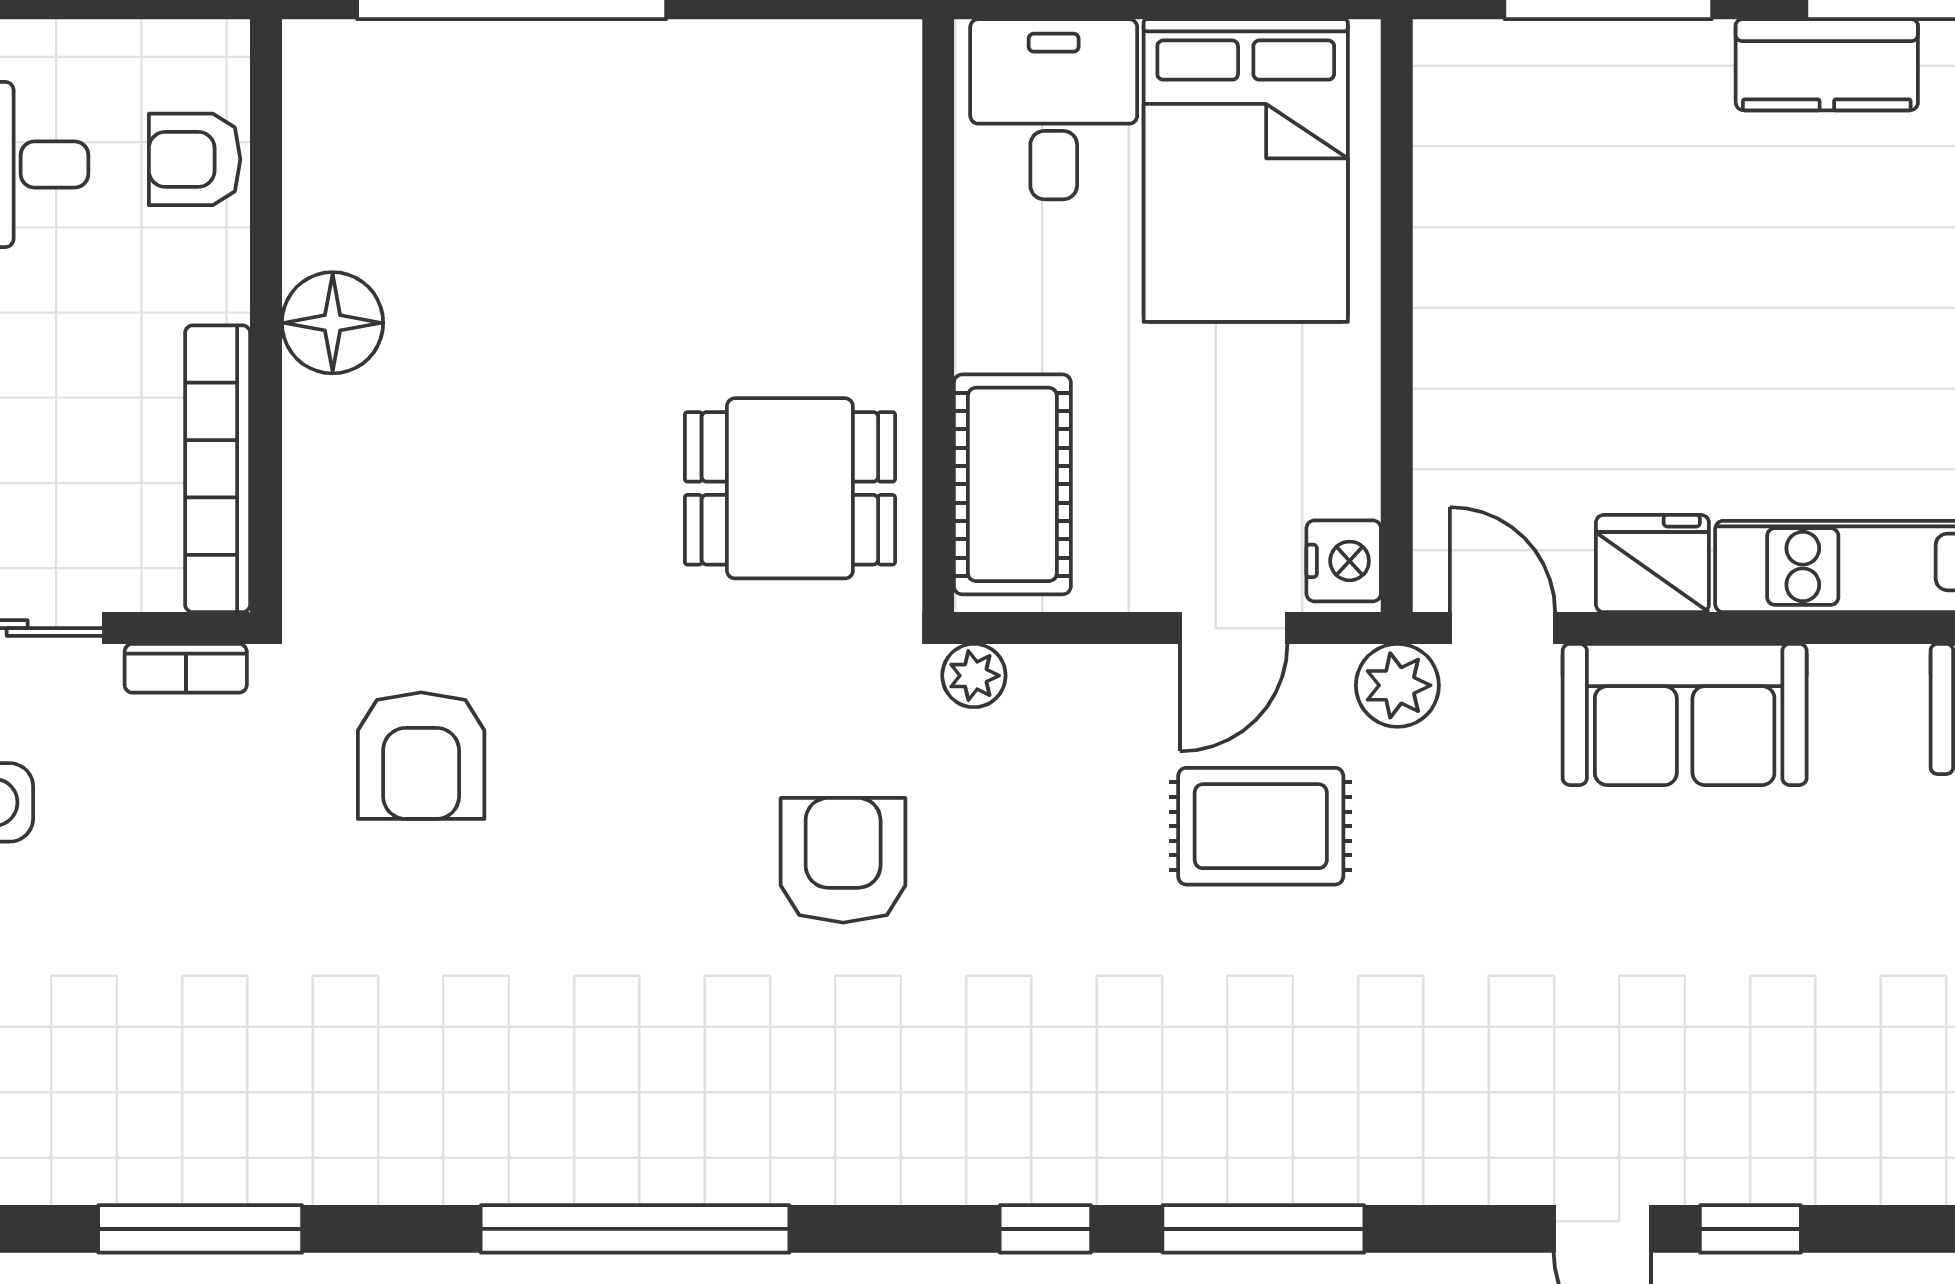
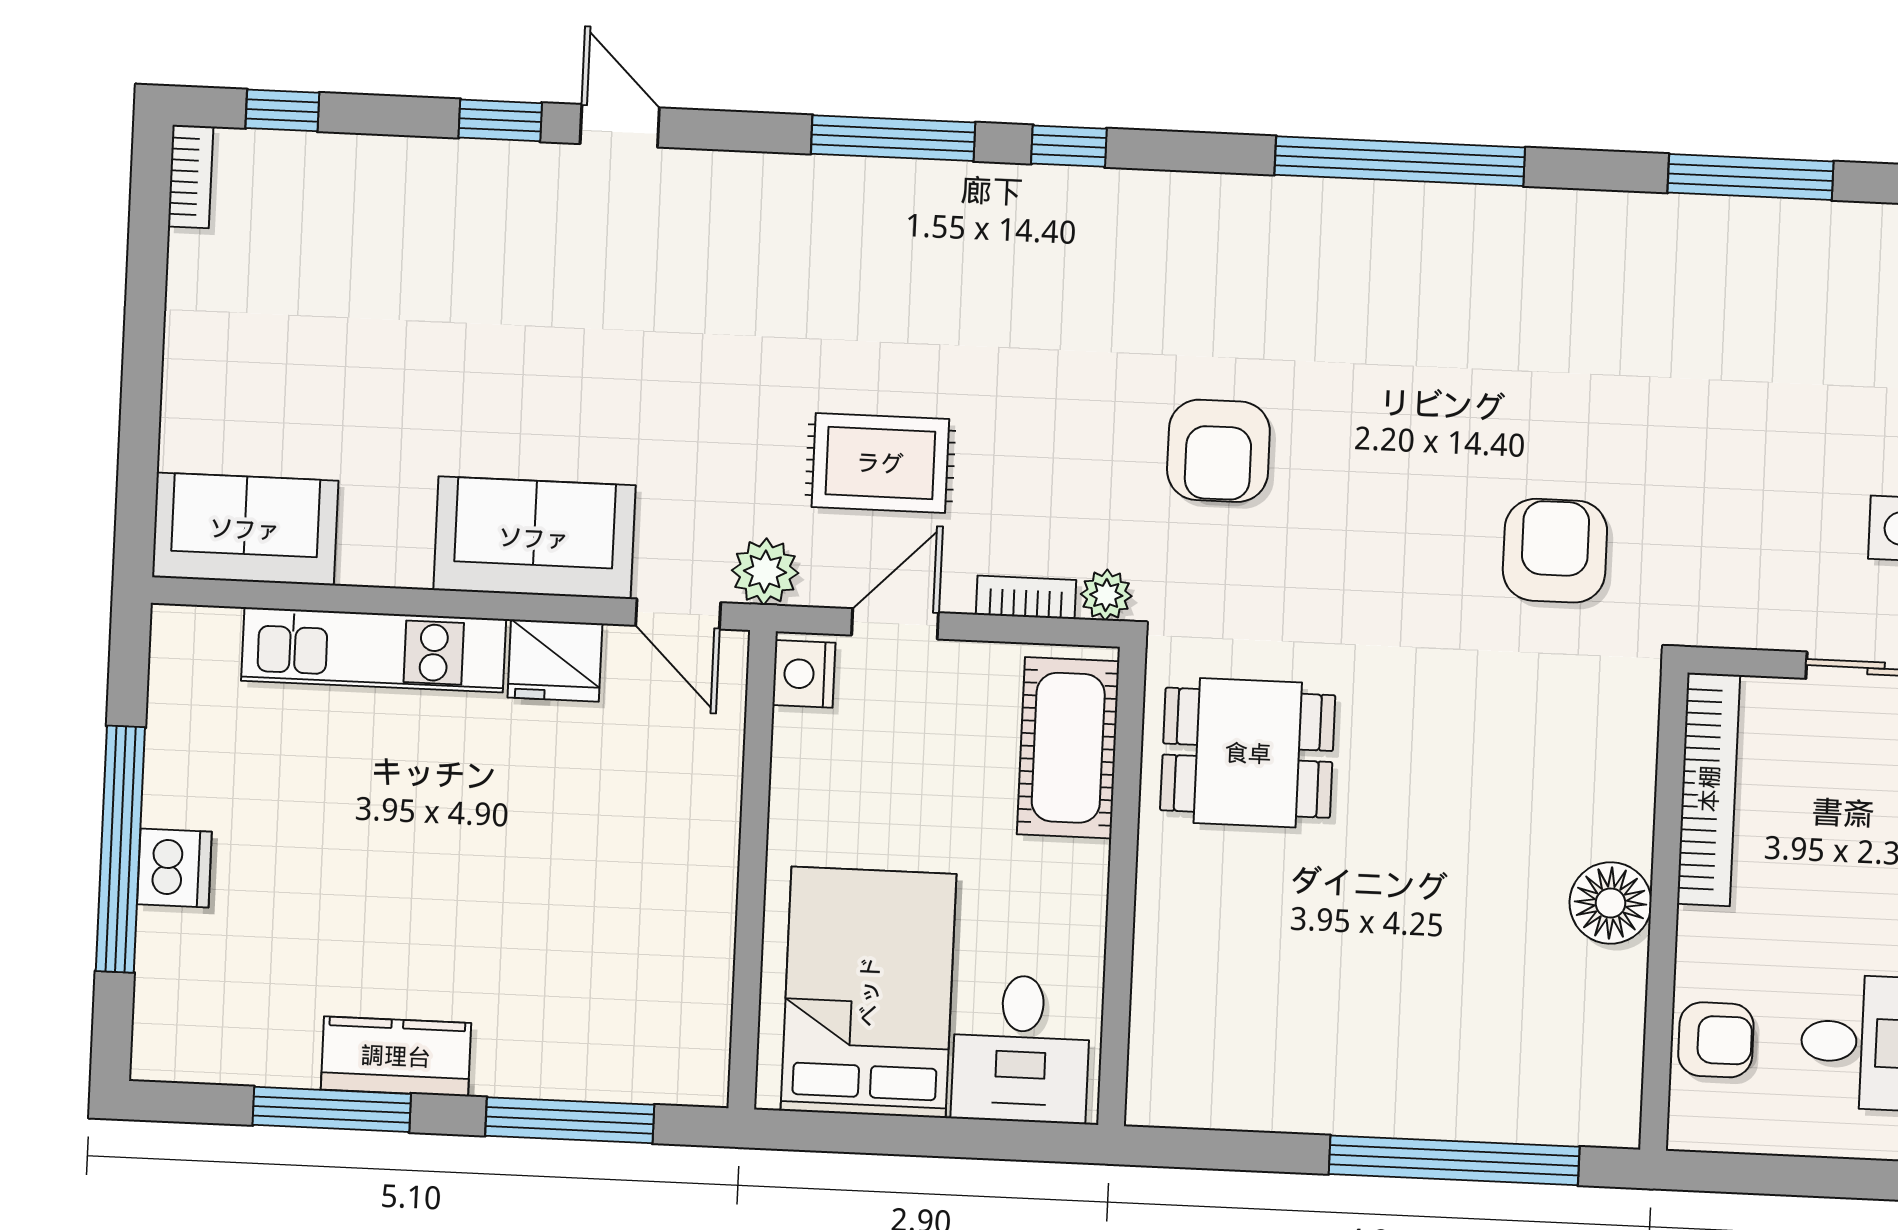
bookcase: (186, 668) -> (1026, 597), moved

